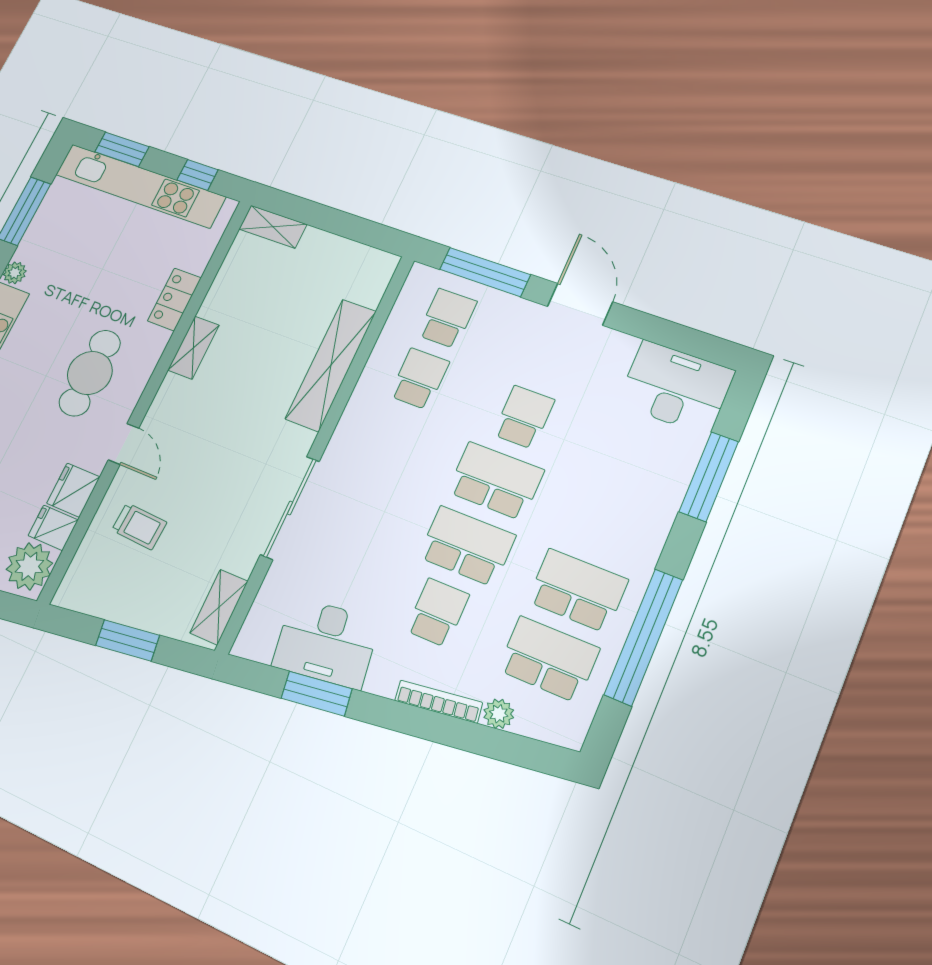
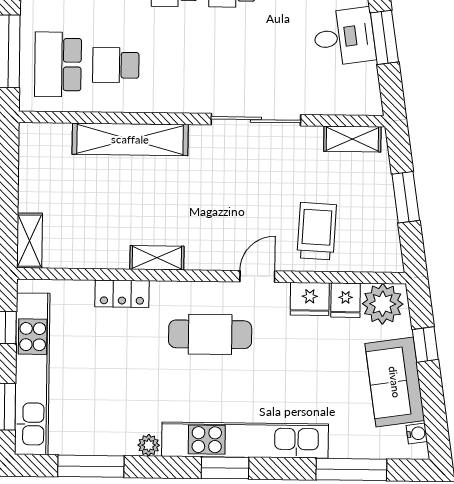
school desk: (447, 318) -> (58, 64), width x1.85
trolley: (139, 526) -> (317, 231), width x1.36, depth x1.39
desk: (326, 643) -> (344, 37), width x0.73

